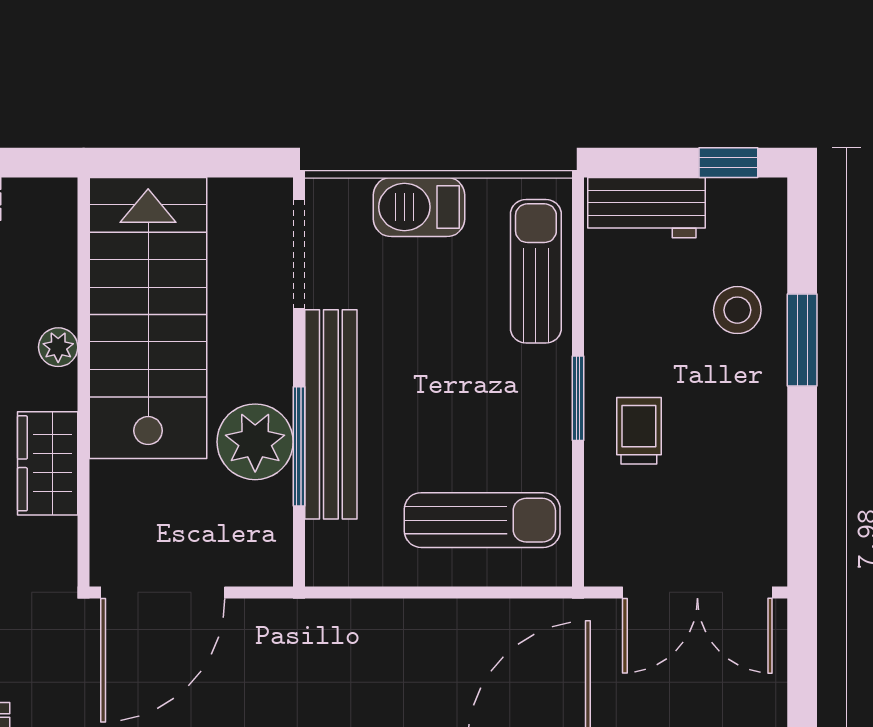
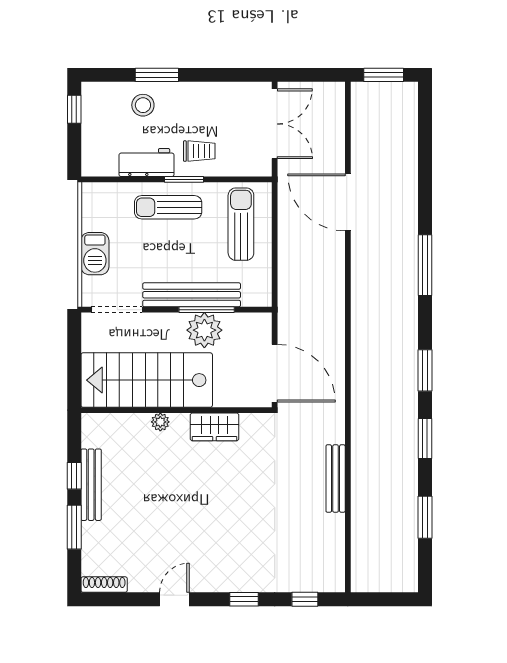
workbench: (647, 208) -> (147, 163), moved, turned -90
sun lounger: (536, 271) -> (168, 207), moved
trolley: (639, 431) -> (199, 151), turned 180

